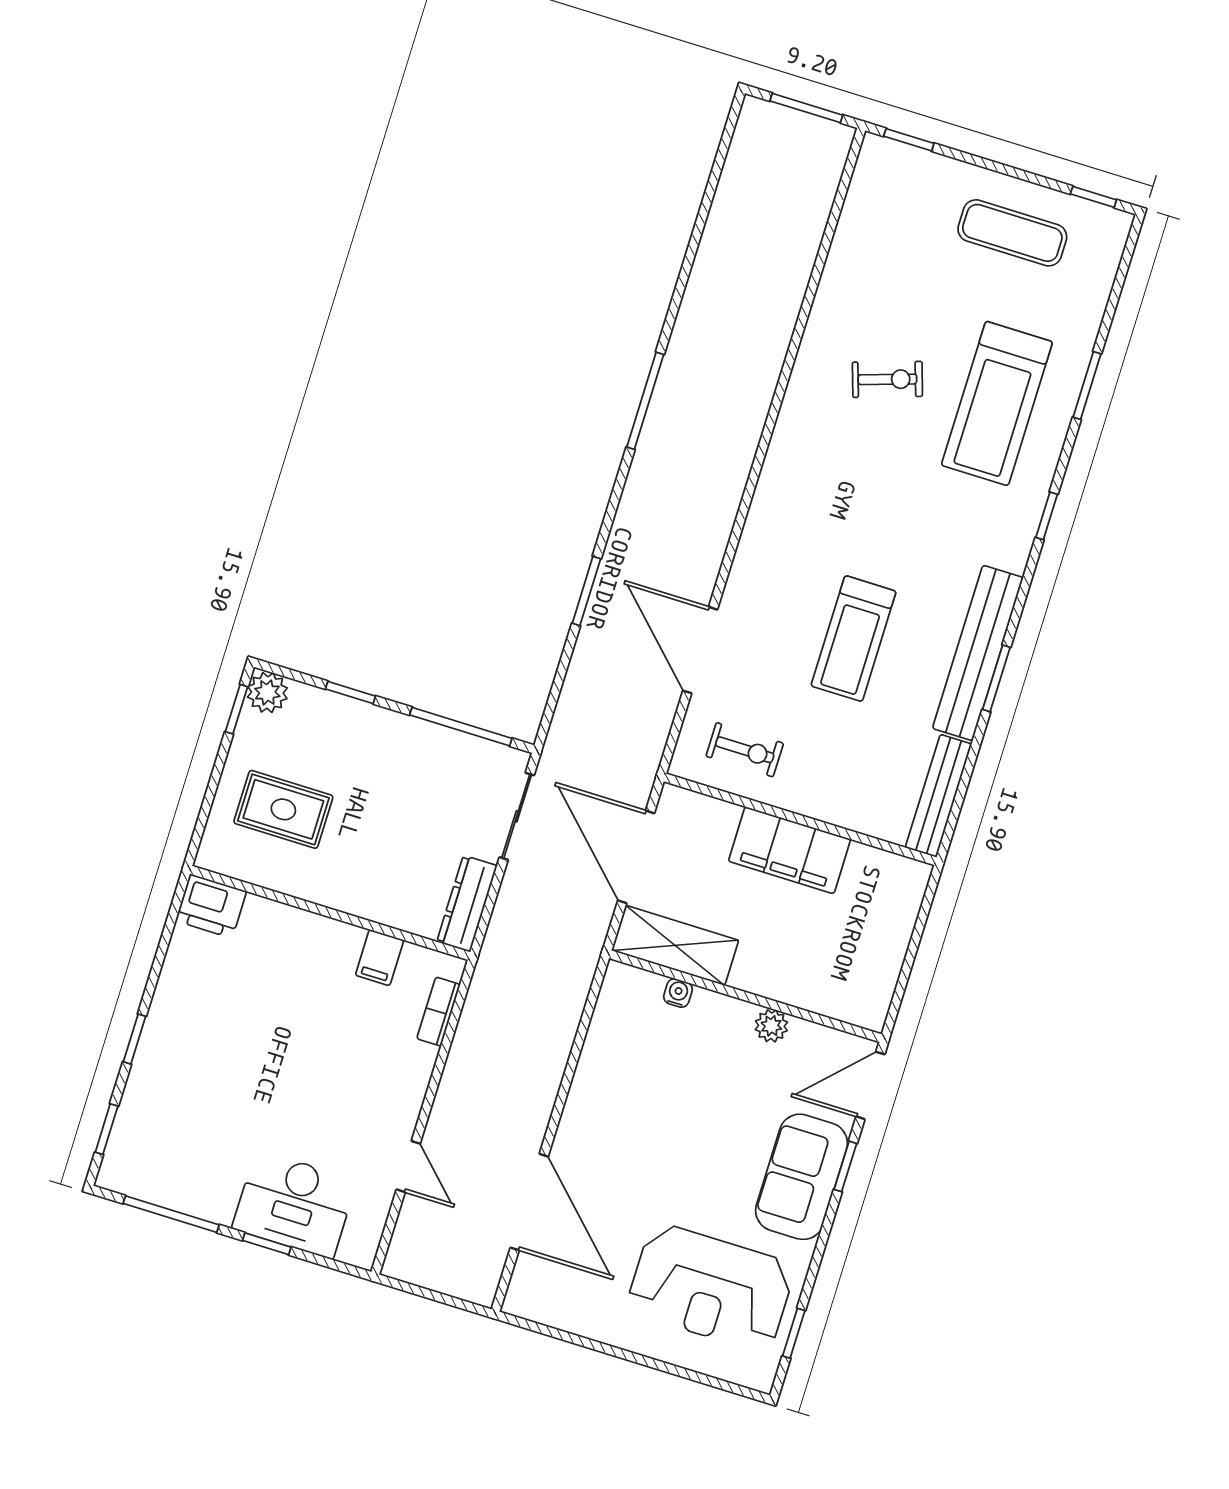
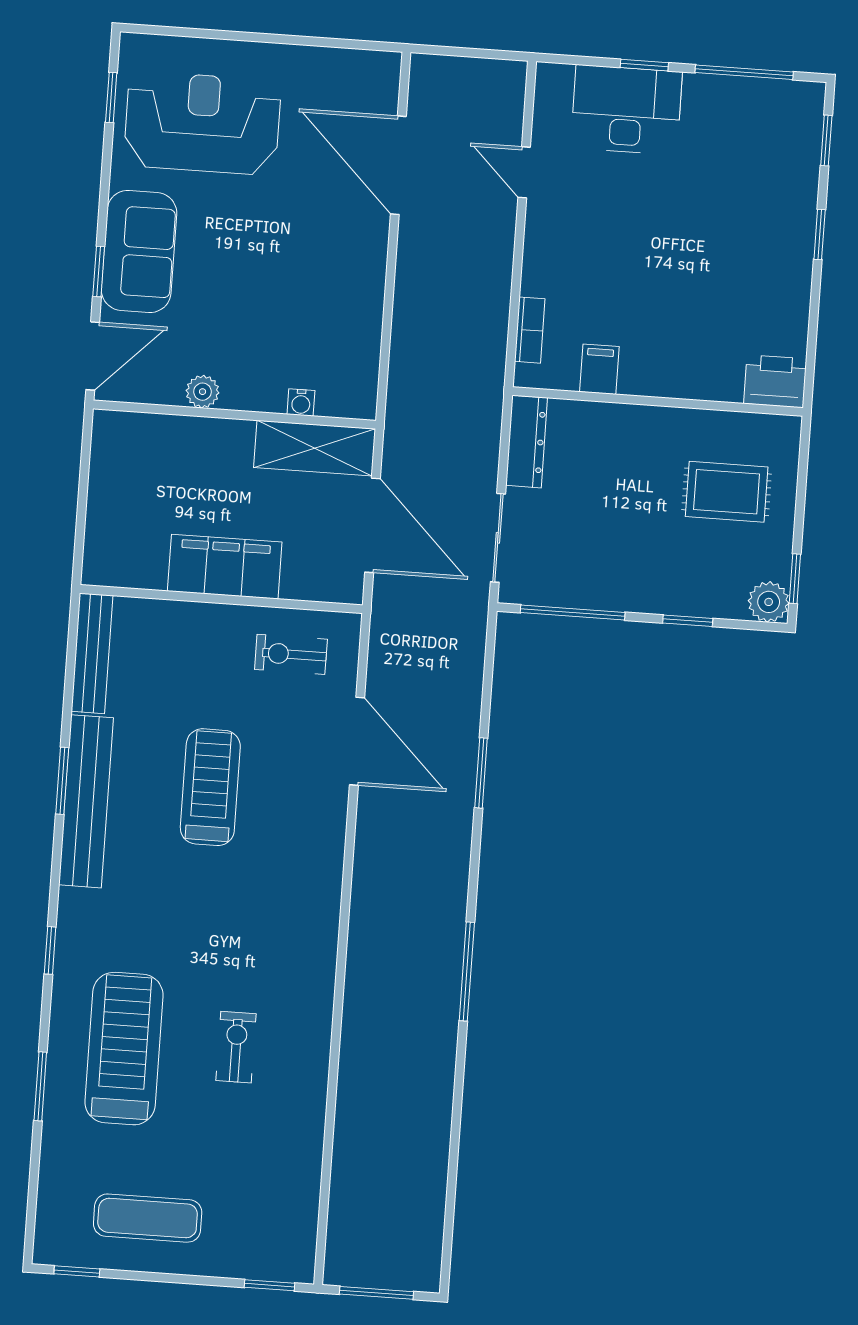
exercise bike: (887, 379) -> (236, 1047), turned 108

